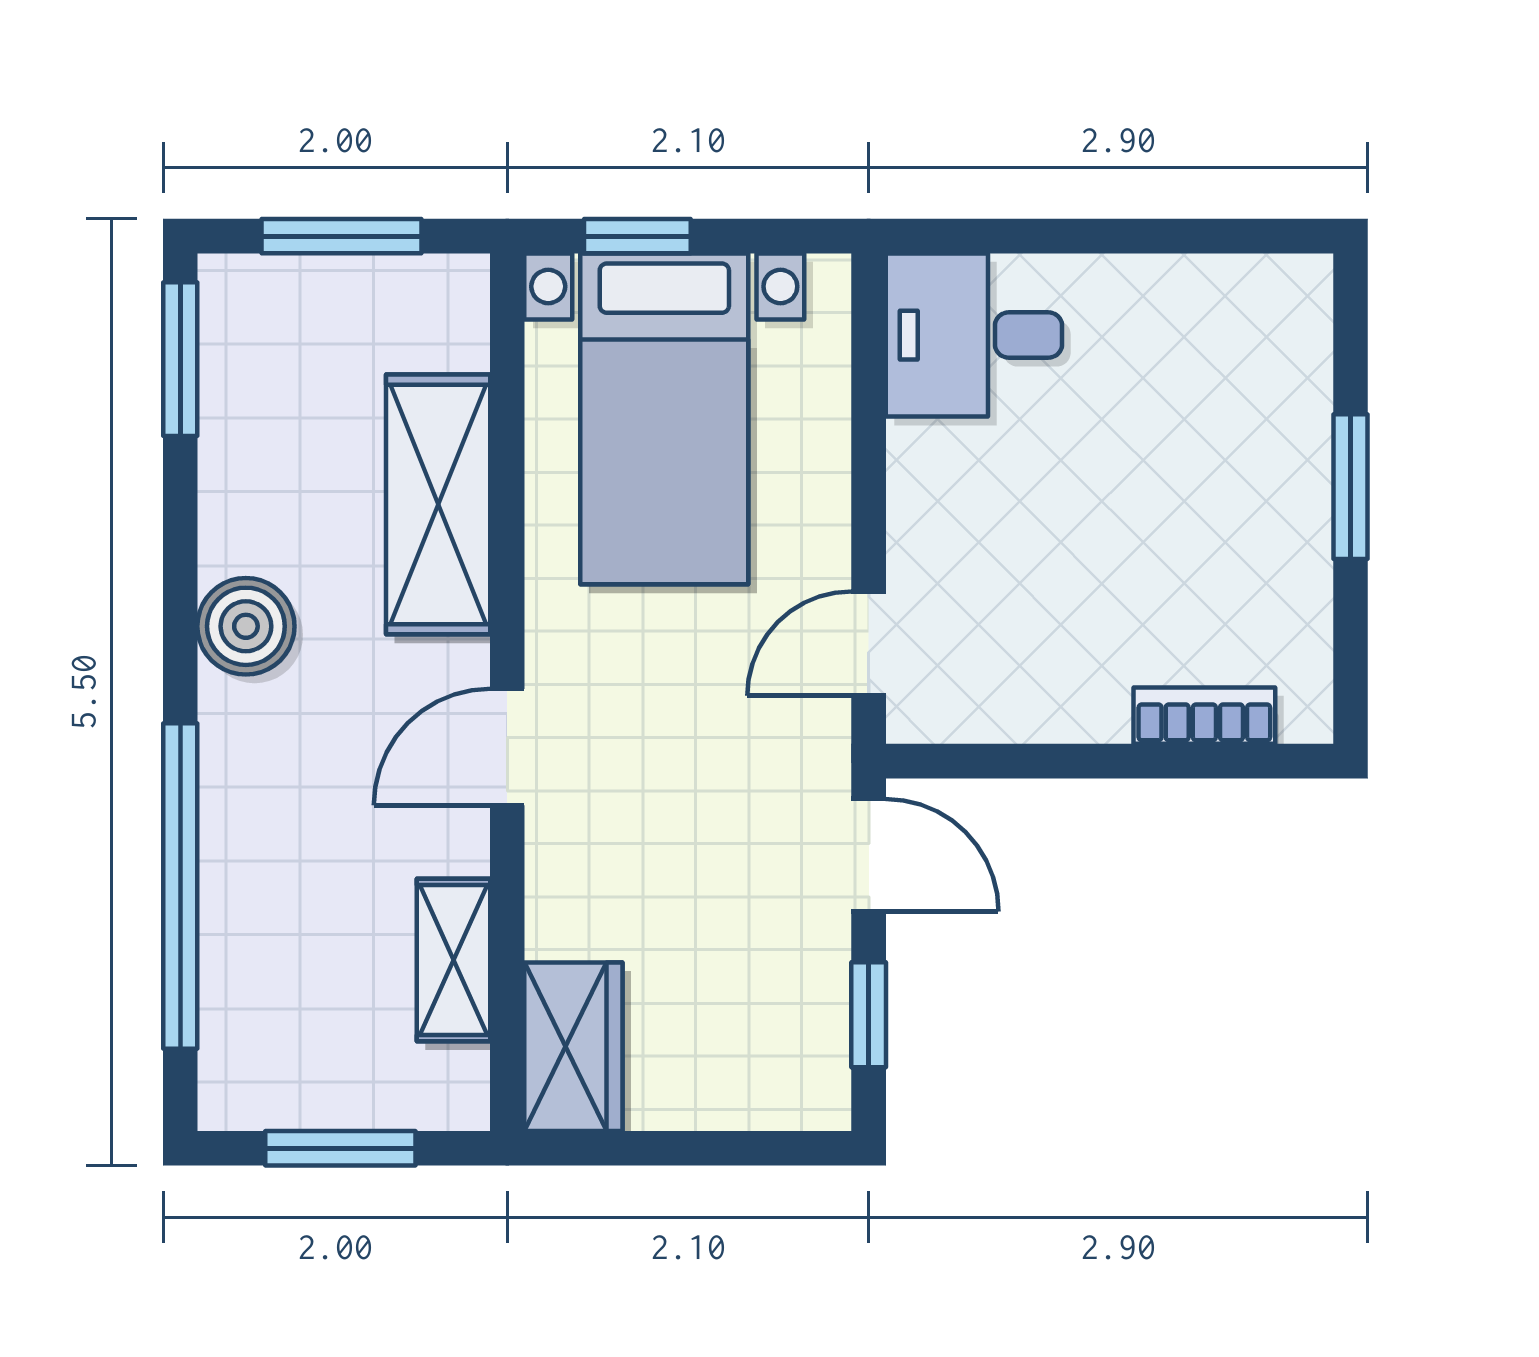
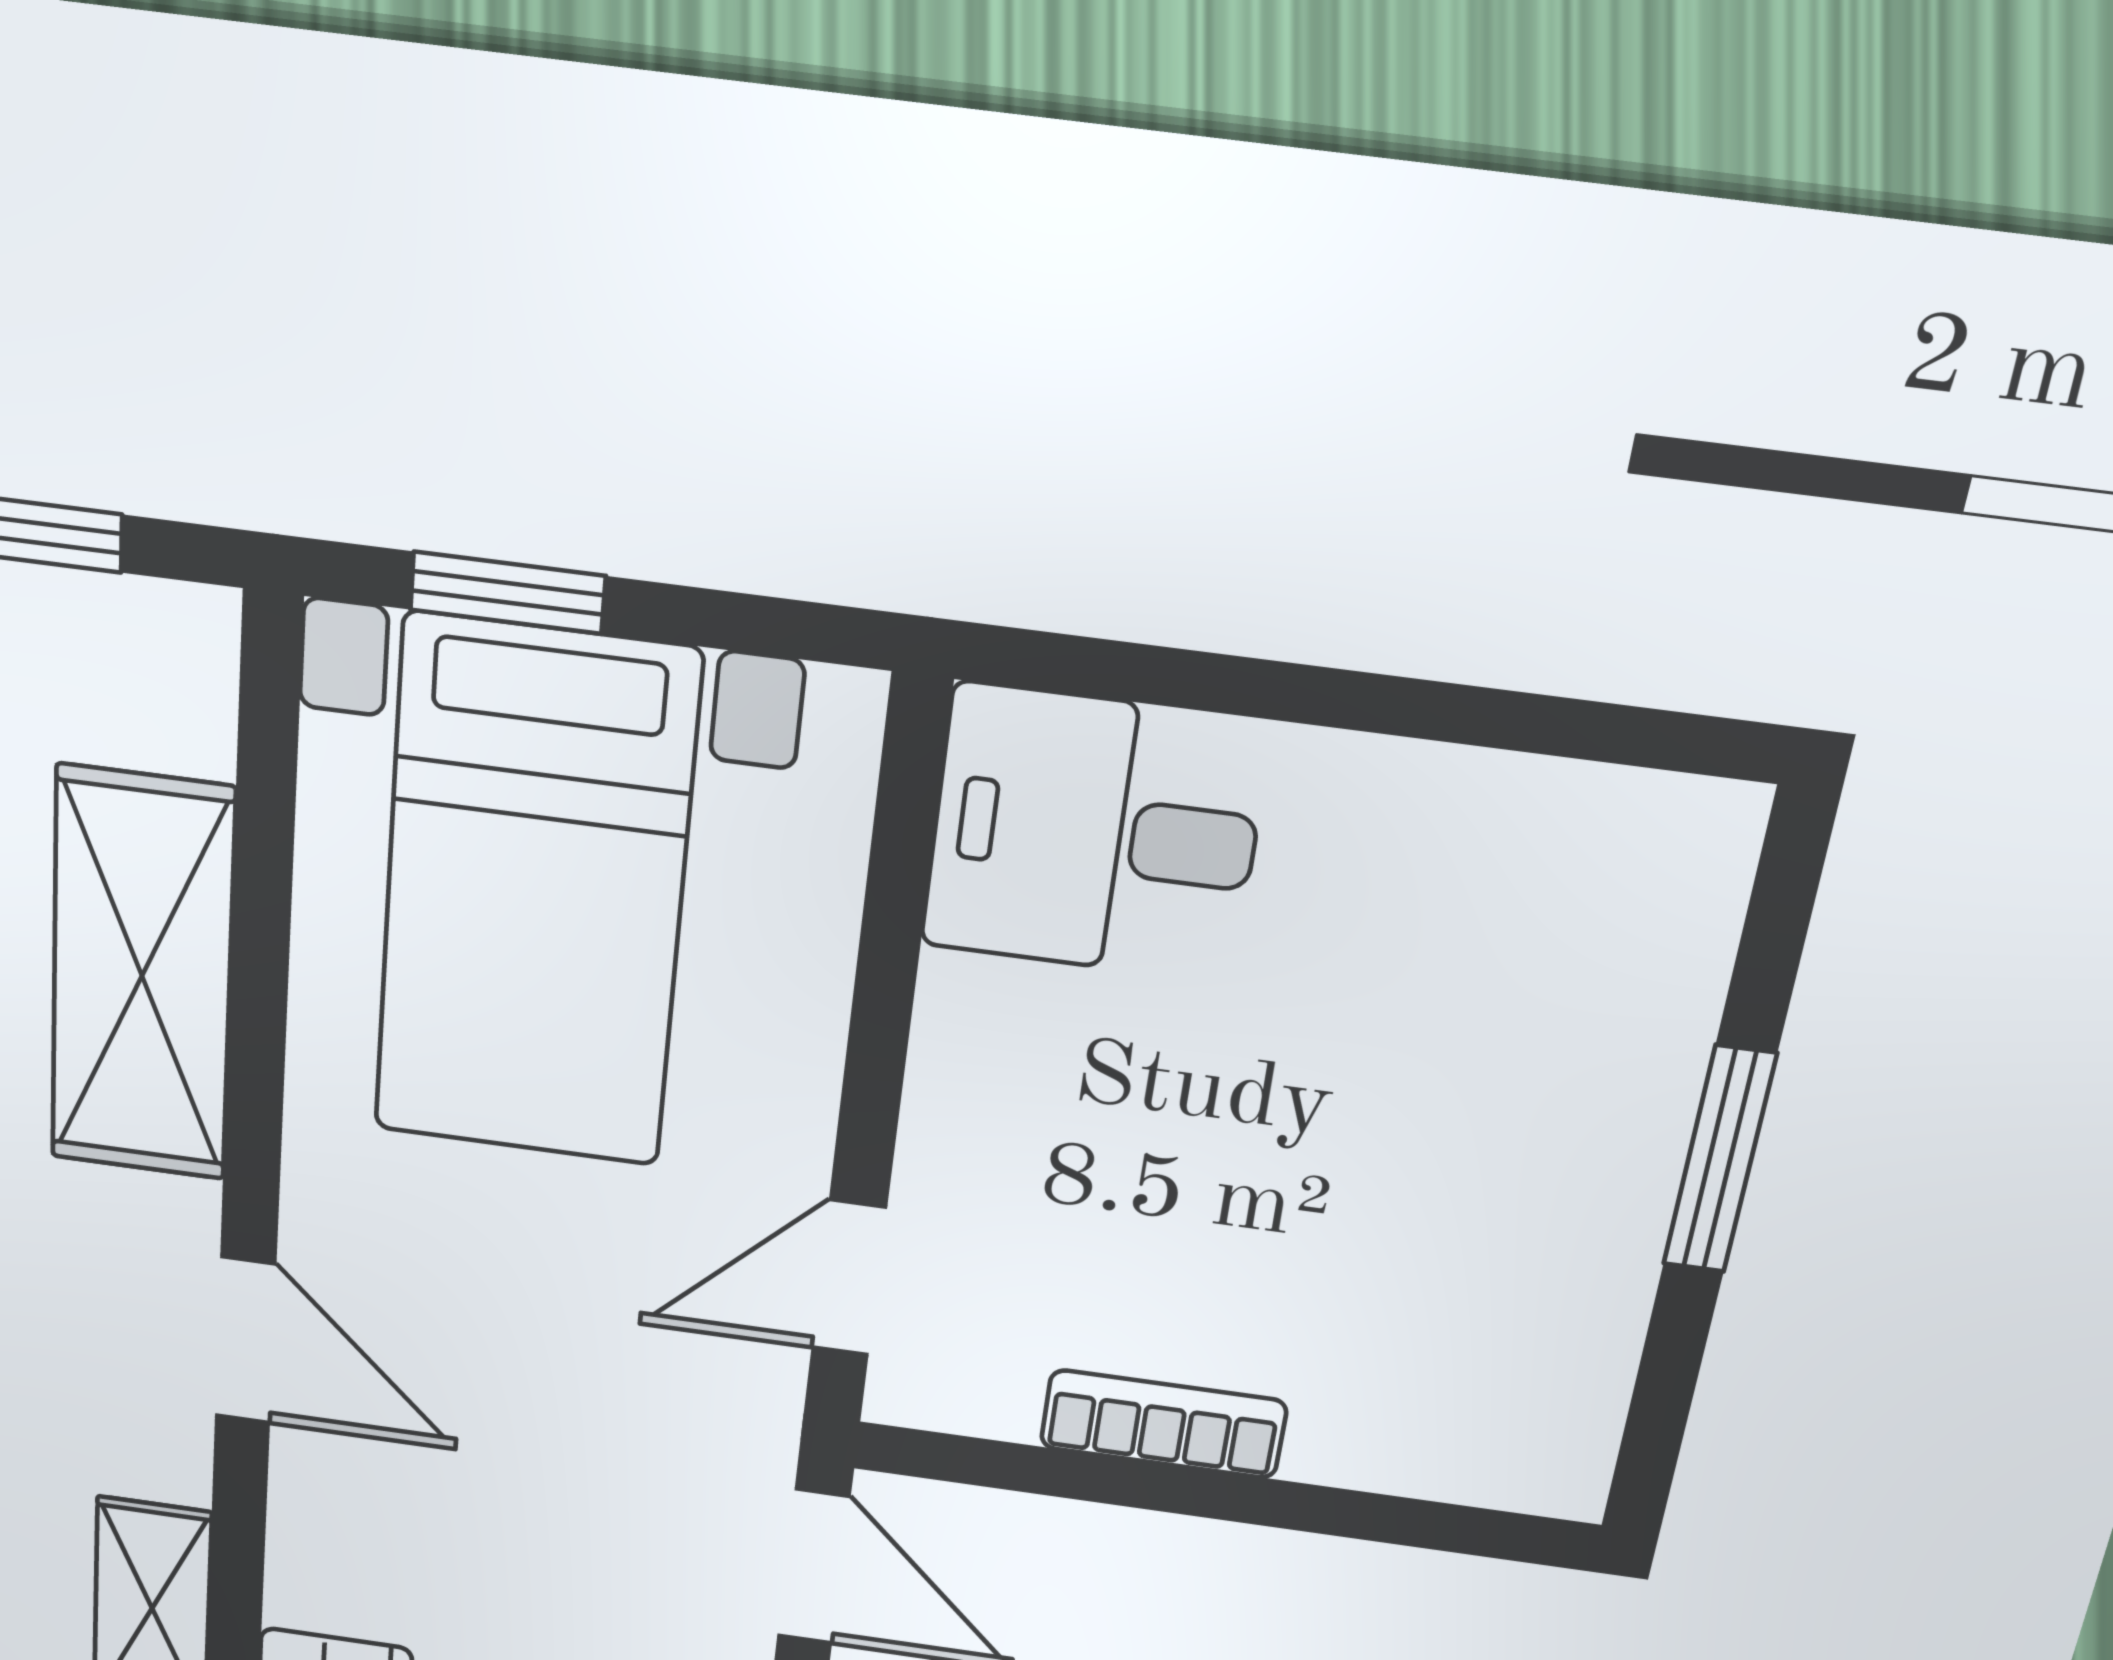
bookcase: (1204, 716) -> (1163, 1424), moved
door: (507, 747) -> (245, 1340), swing flipped

